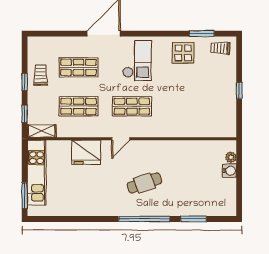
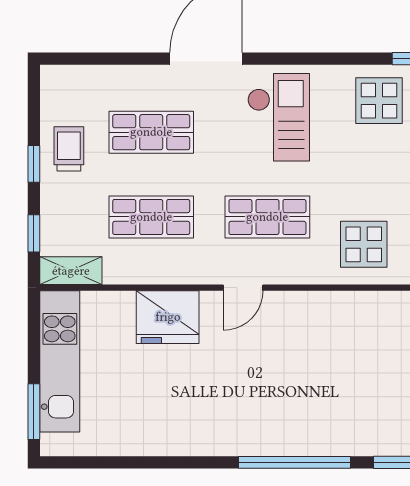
display table: (176, 119) -> (364, 244), added
cafe table: (144, 183) -> (295, 384), removed

